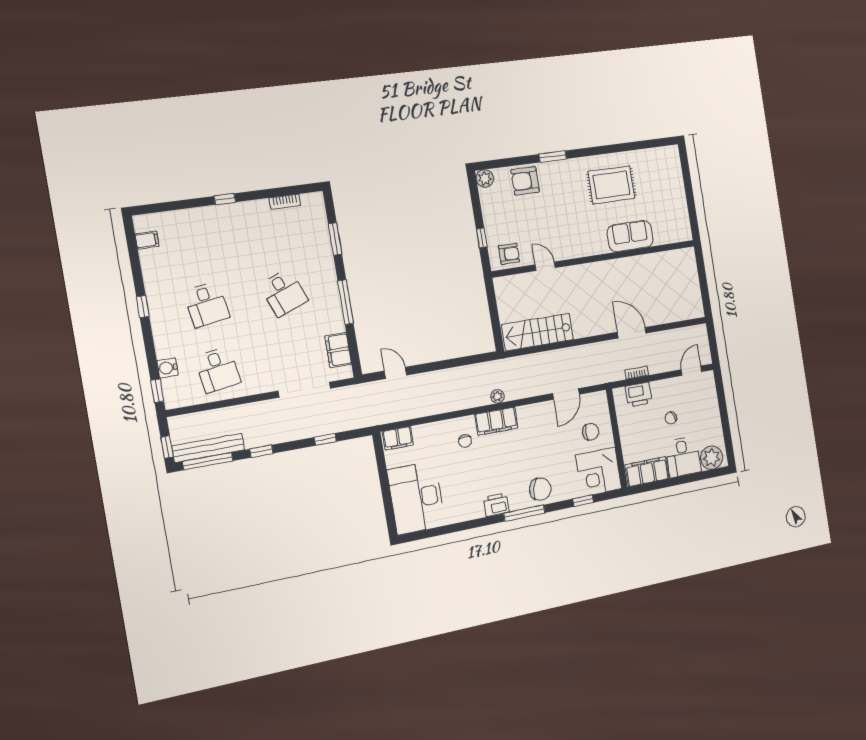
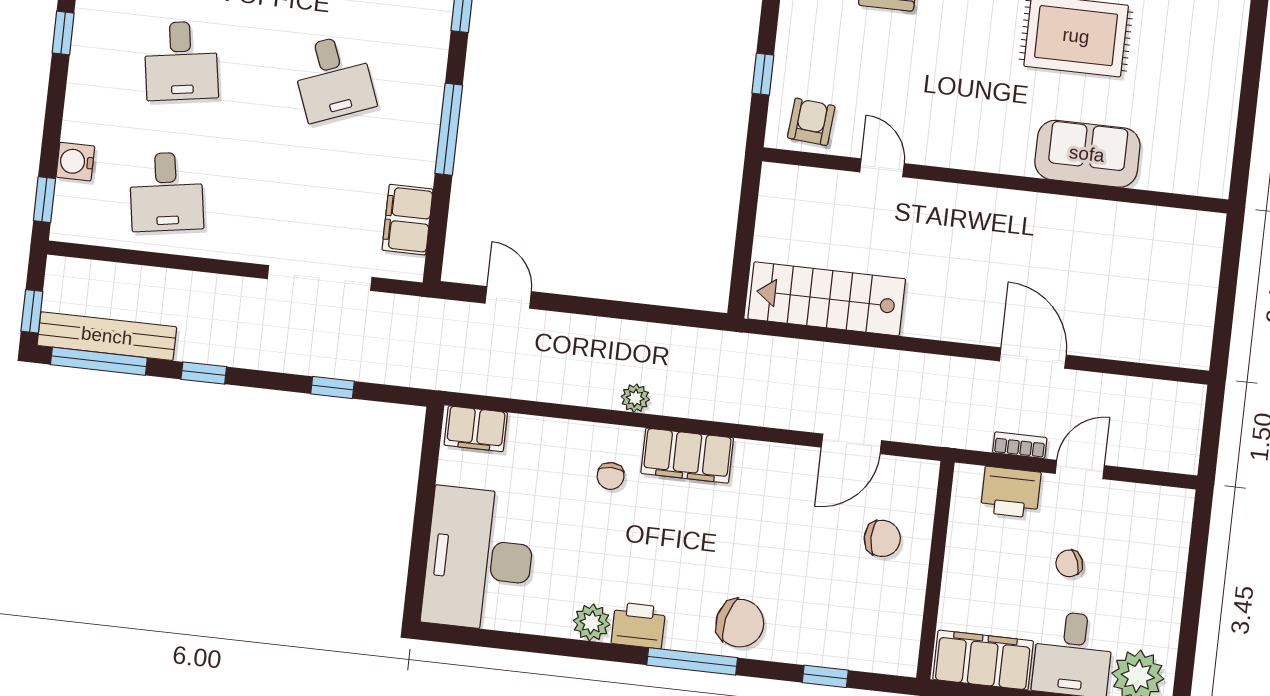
armchair: (509, 254) -> (811, 122), turned -85
door: (691, 371) -> (1080, 469), moved
plant: (498, 396) -> (635, 398), moved
corner desk: (599, 472) -> (876, 627), removed
plant: (475, 510) -> (592, 622), added

